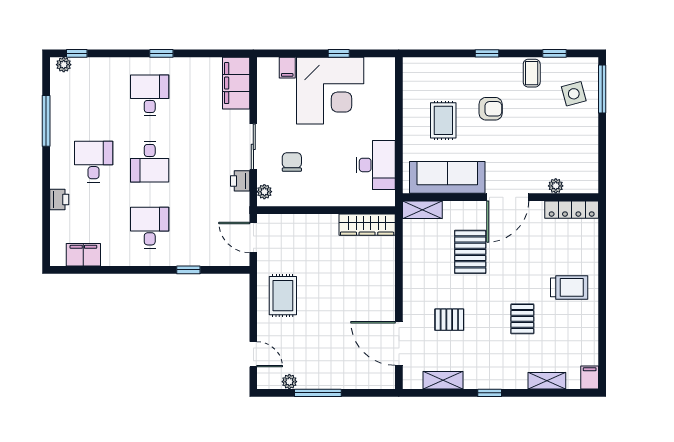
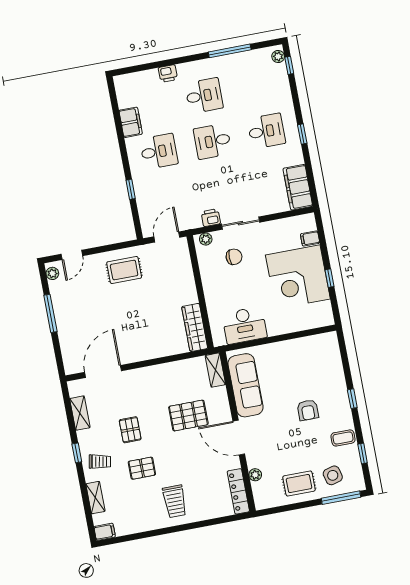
filing cabinet: (236, 83) -> (298, 187), moved, turned -90
rug: (443, 120) -> (299, 484), moved
filing cabinet: (83, 255) -> (131, 122), moved
pallet: (449, 320) -> (130, 430), moved
trolley: (505, 367) -> (100, 462), added
plant: (289, 382) -> (52, 273), moved

